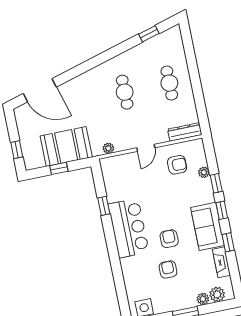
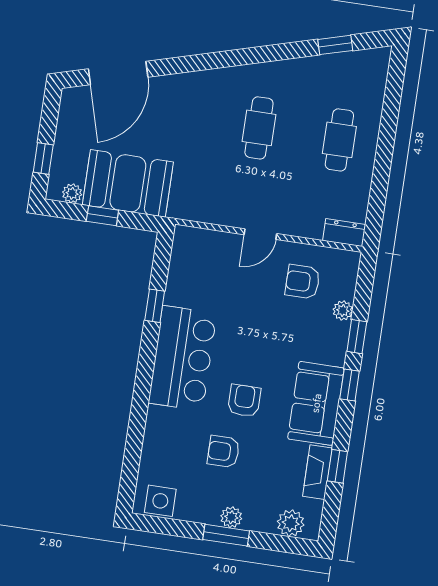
door: (40, 90) -> (118, 73), hinge flipped
dresser: (185, 132) -> (344, 233), width x0.70
plant: (108, 148) -> (72, 193), moved
armchair: (177, 165) -> (303, 282), turned 180
window: (228, 242) -> (337, 466), moved
armchair: (168, 270) -> (223, 452), turned -90
plant: (203, 299) -> (231, 517), moved

